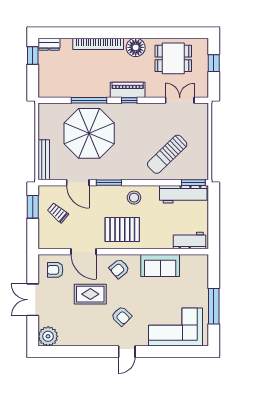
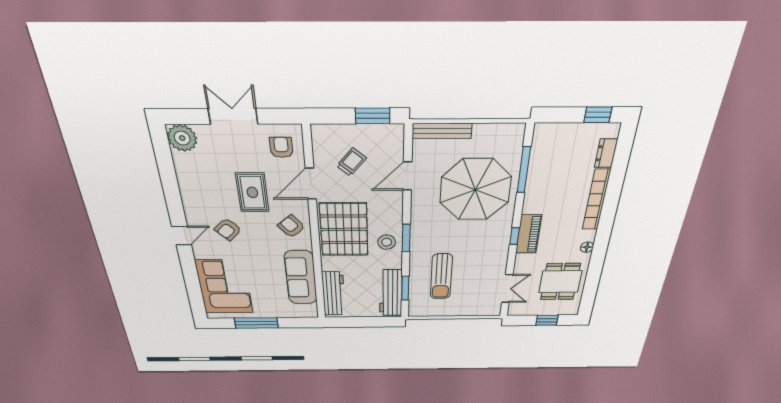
dresser: (49, 44) -> (606, 153), moved
floor lamp: (136, 47) -> (587, 247), width x0.53, depth x0.53
window: (89, 100) -> (524, 170), moved
sun lounger: (167, 154) -> (441, 277), turned -136
window: (109, 183) -> (406, 238), moved
window: (193, 183) -> (405, 288), moved
trolley: (58, 213) -> (351, 162), moved
pallet: (122, 230) -> (344, 229), width x1.37, depth x1.41
workbench: (190, 241) -> (333, 294), width x1.38
sofa: (160, 266) -> (301, 278), width x1.36
door: (127, 352) -> (182, 236), swing flipped

